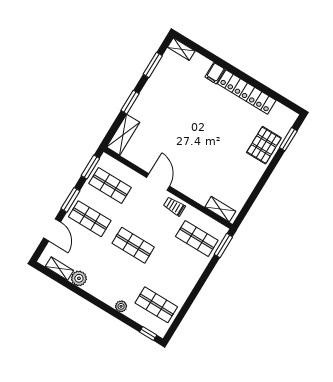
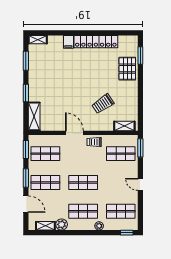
trolley: (211, 168) -> (103, 104), added
shop shelf: (113, 278) -> (83, 211), added
door: (198, 288) -> (140, 184), added

